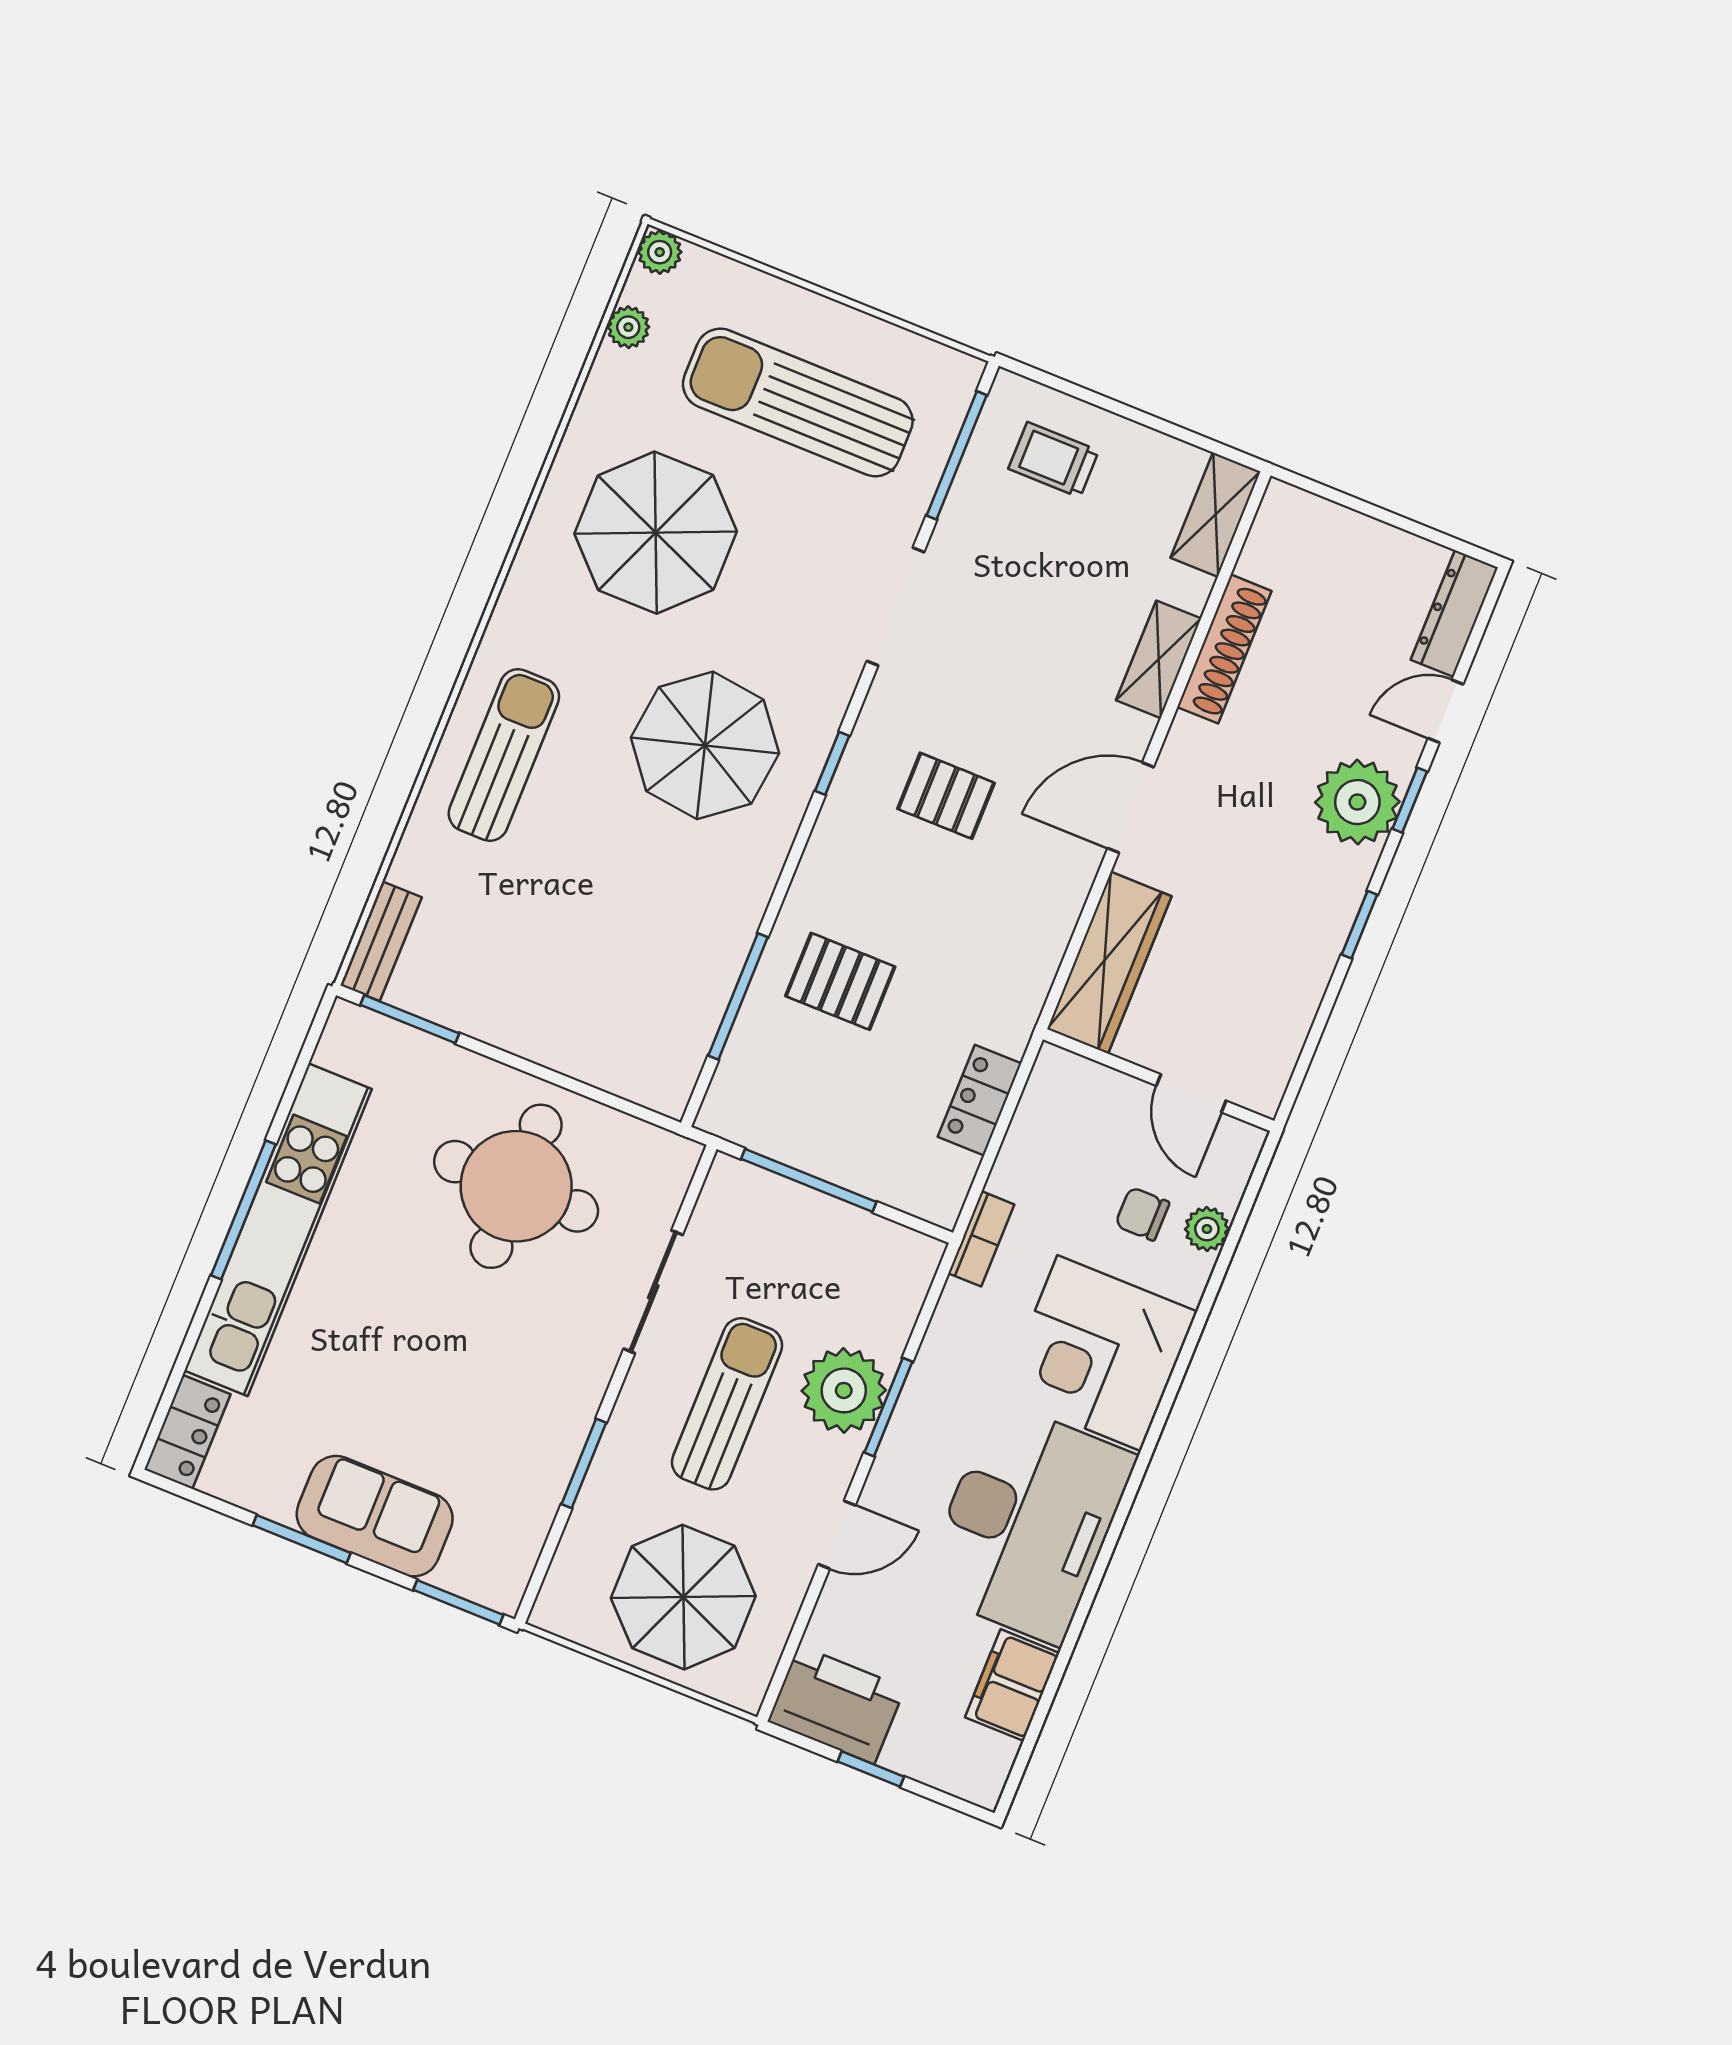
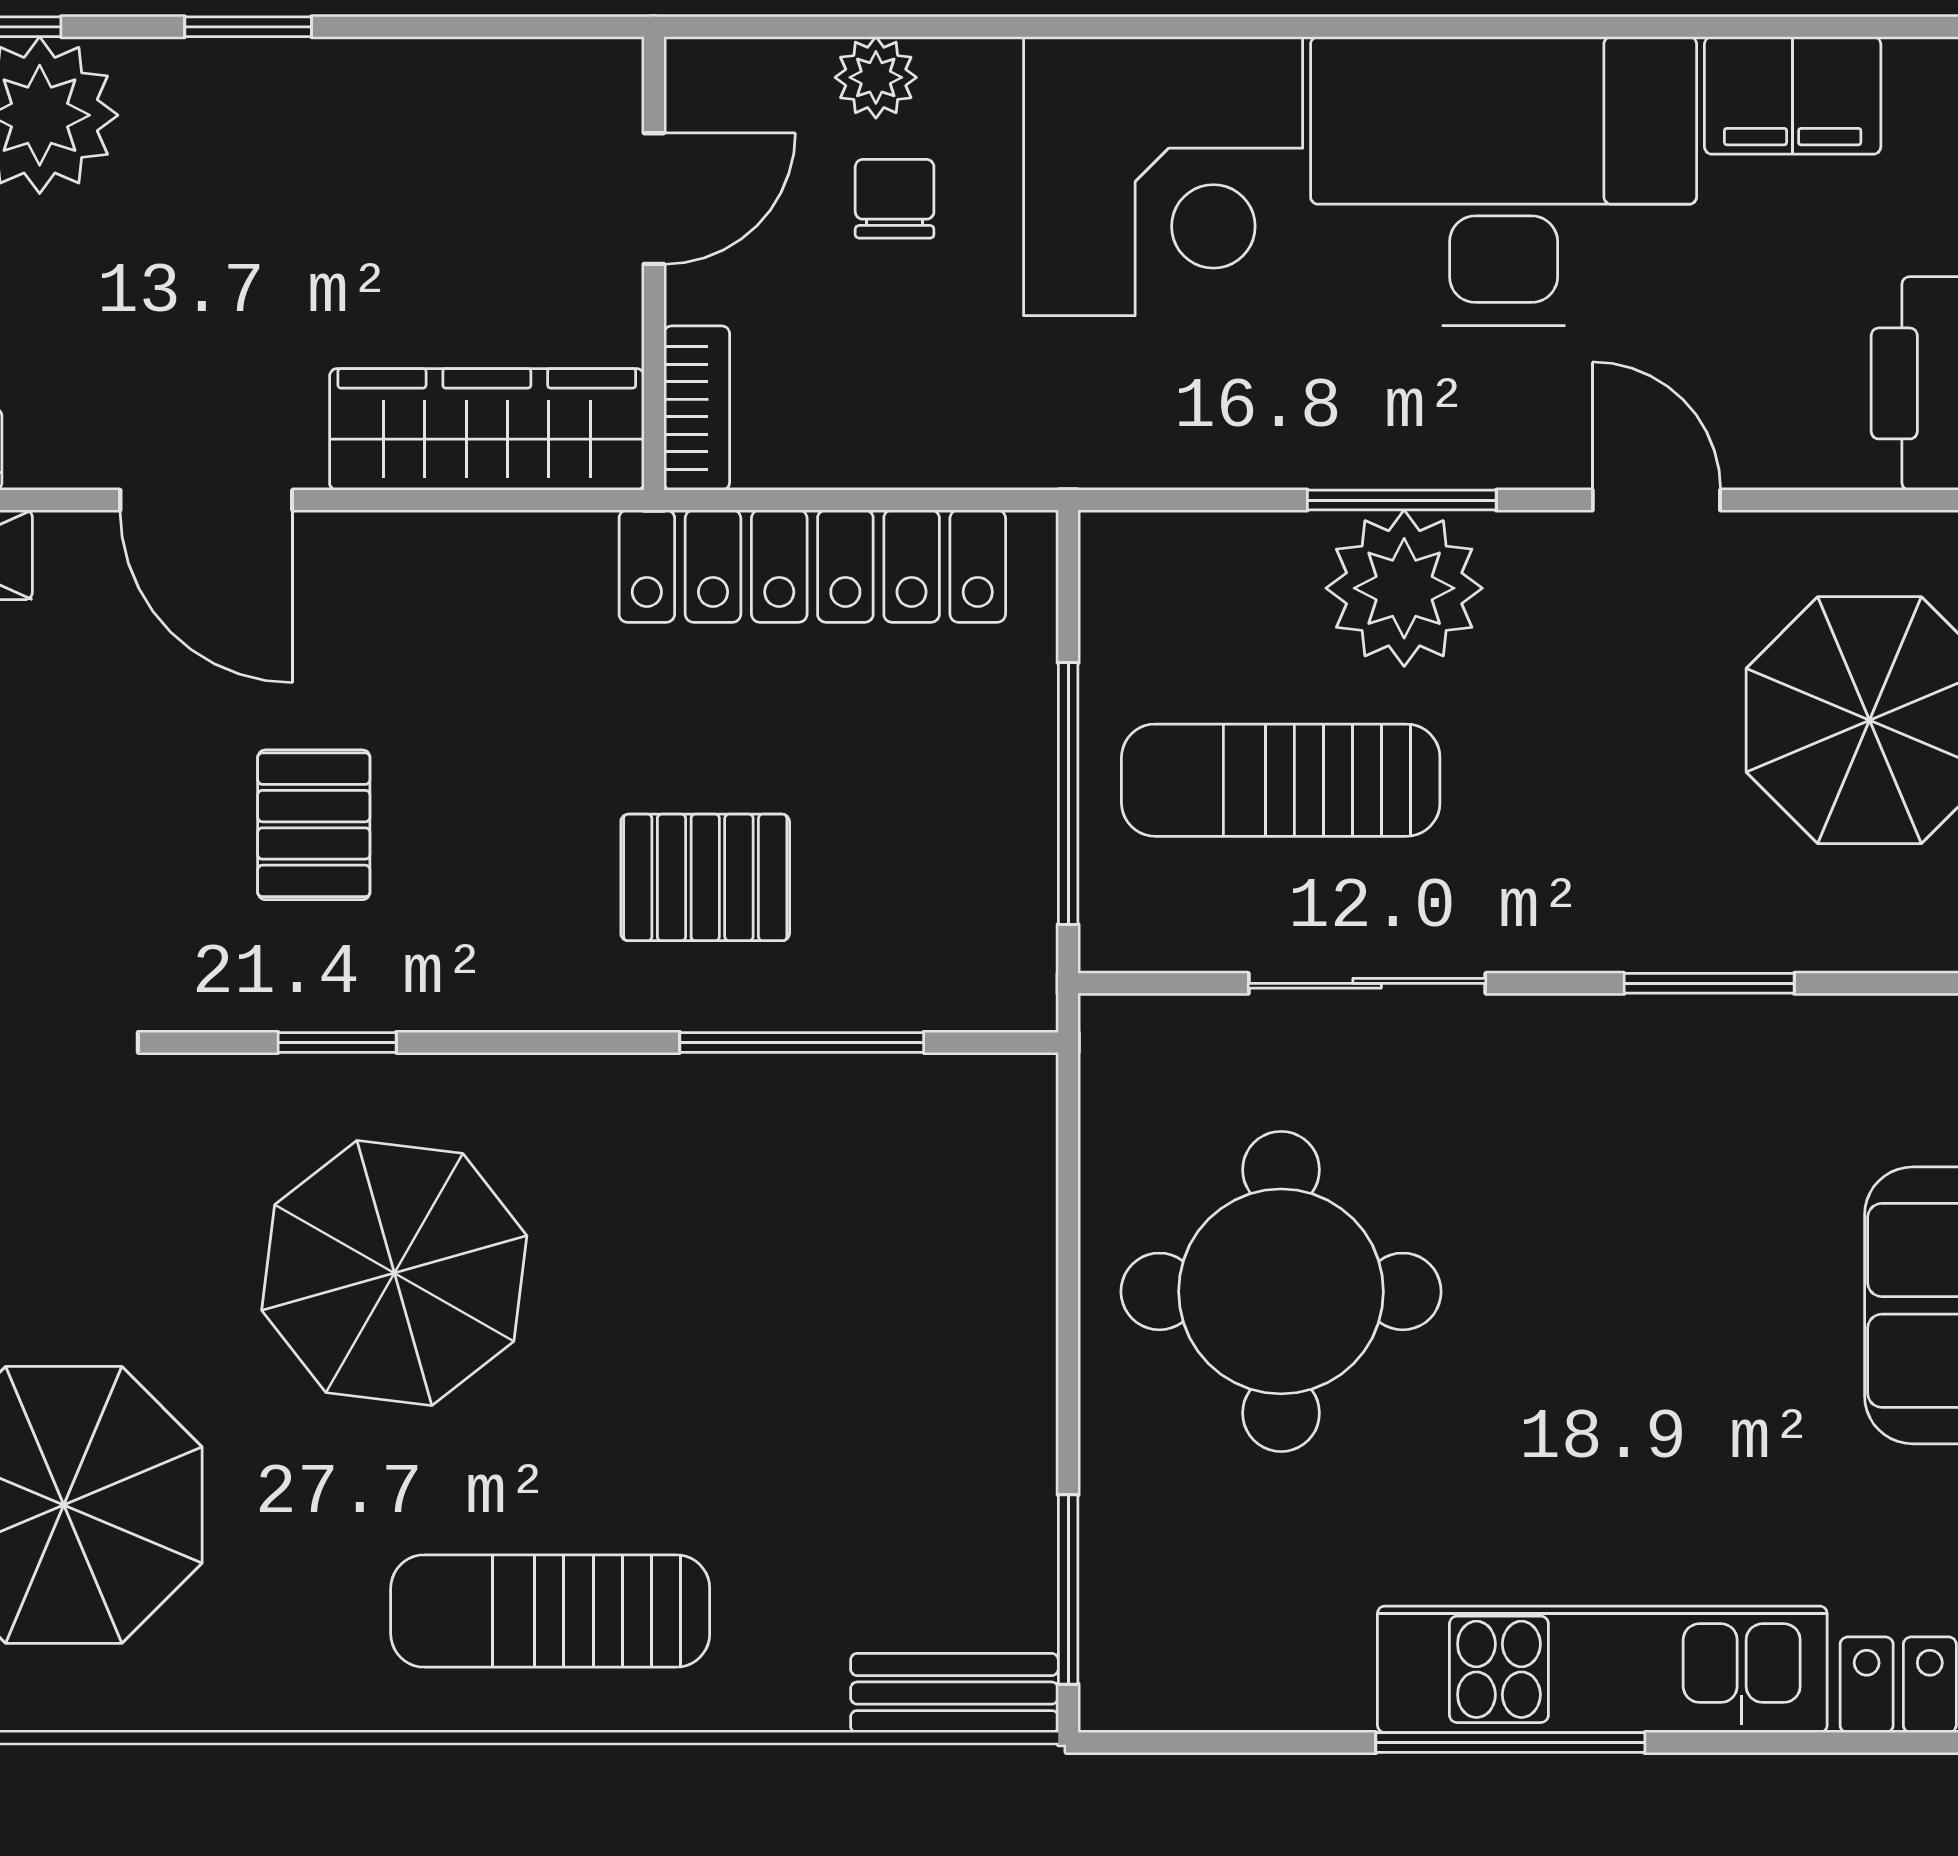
pallet: (840, 981) -> (705, 877), turned 90
locker: (980, 1100) -> (812, 566), width x2.16, depth x1.21
chair: (1142, 1214) -> (895, 199), turned 180
kitchen unit: (278, 1230) -> (1602, 1669), width x0.73
bookcase: (981, 1239) -> (697, 408), moved, turned 90
sun lounger: (727, 1404) -> (1281, 780), moved

